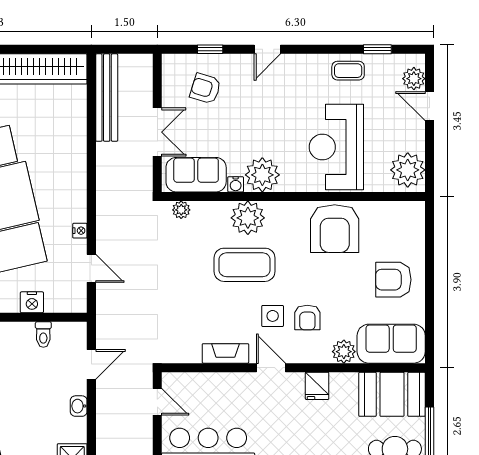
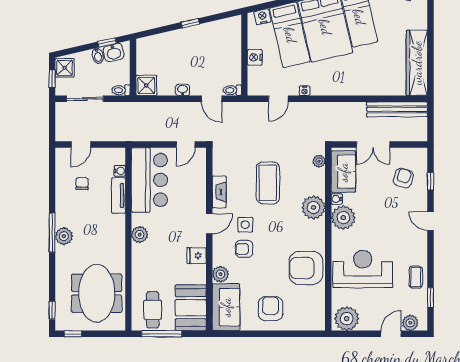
coffee table: (245, 265) -> (268, 183), moved
toilet: (43, 334) -> (232, 90), moved

